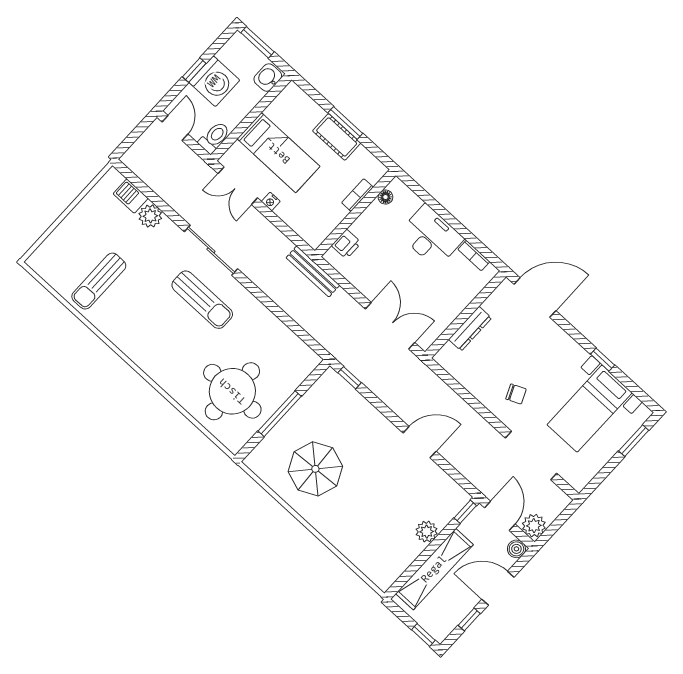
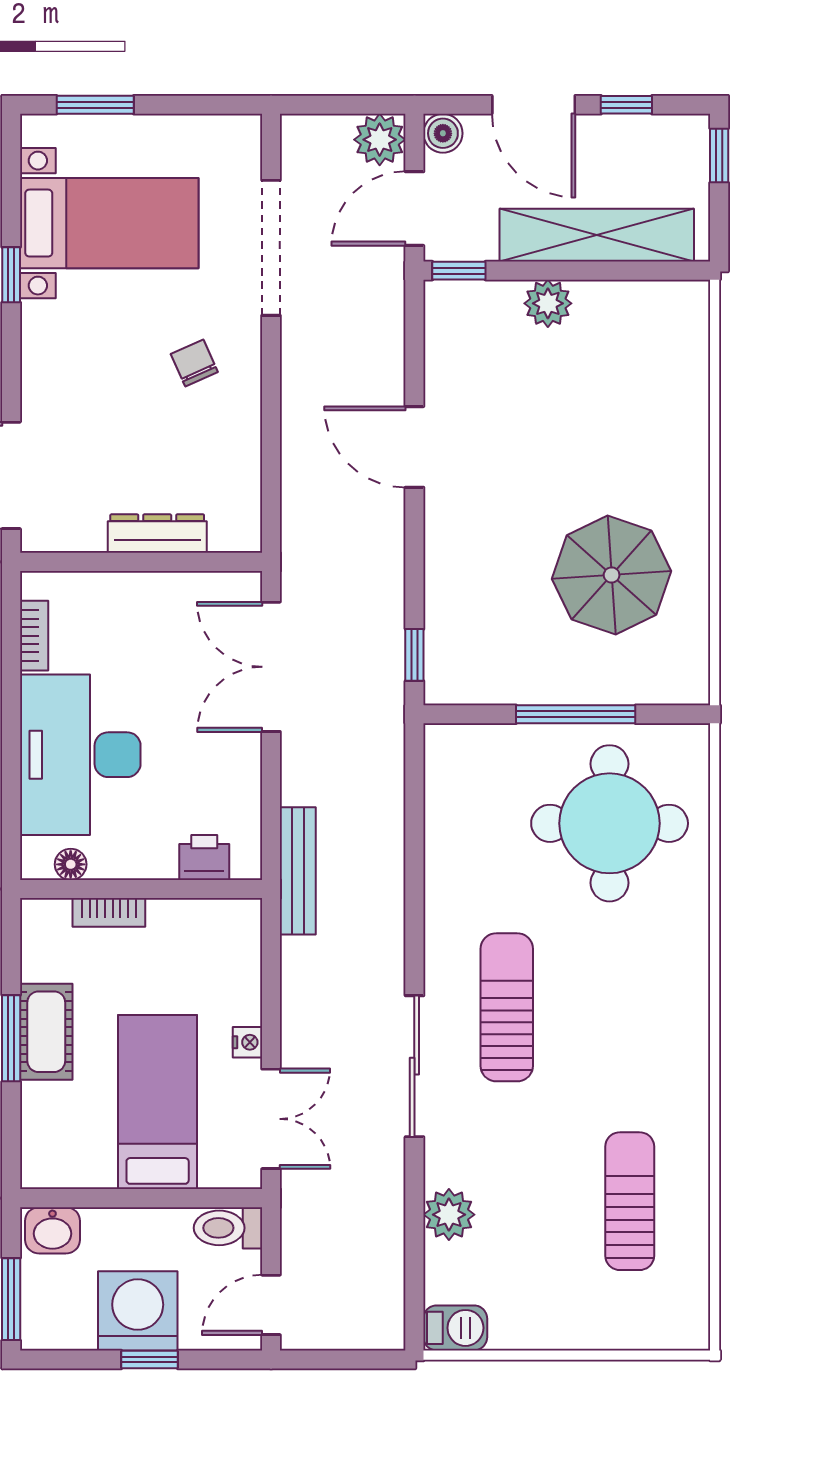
barbecue: (131, 196) -> (455, 1328), moved, turned -90
desk: (431, 236) -> (80, 755), width x1.36, depth x1.30
sun lounger: (99, 281) -> (630, 1201), turned -90

